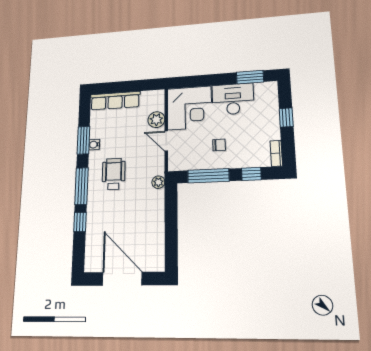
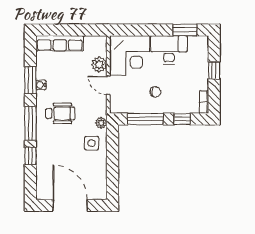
wheelchair: (114, 174) -> (60, 113), turned 90
side table: (147, 205) -> (92, 143), added

